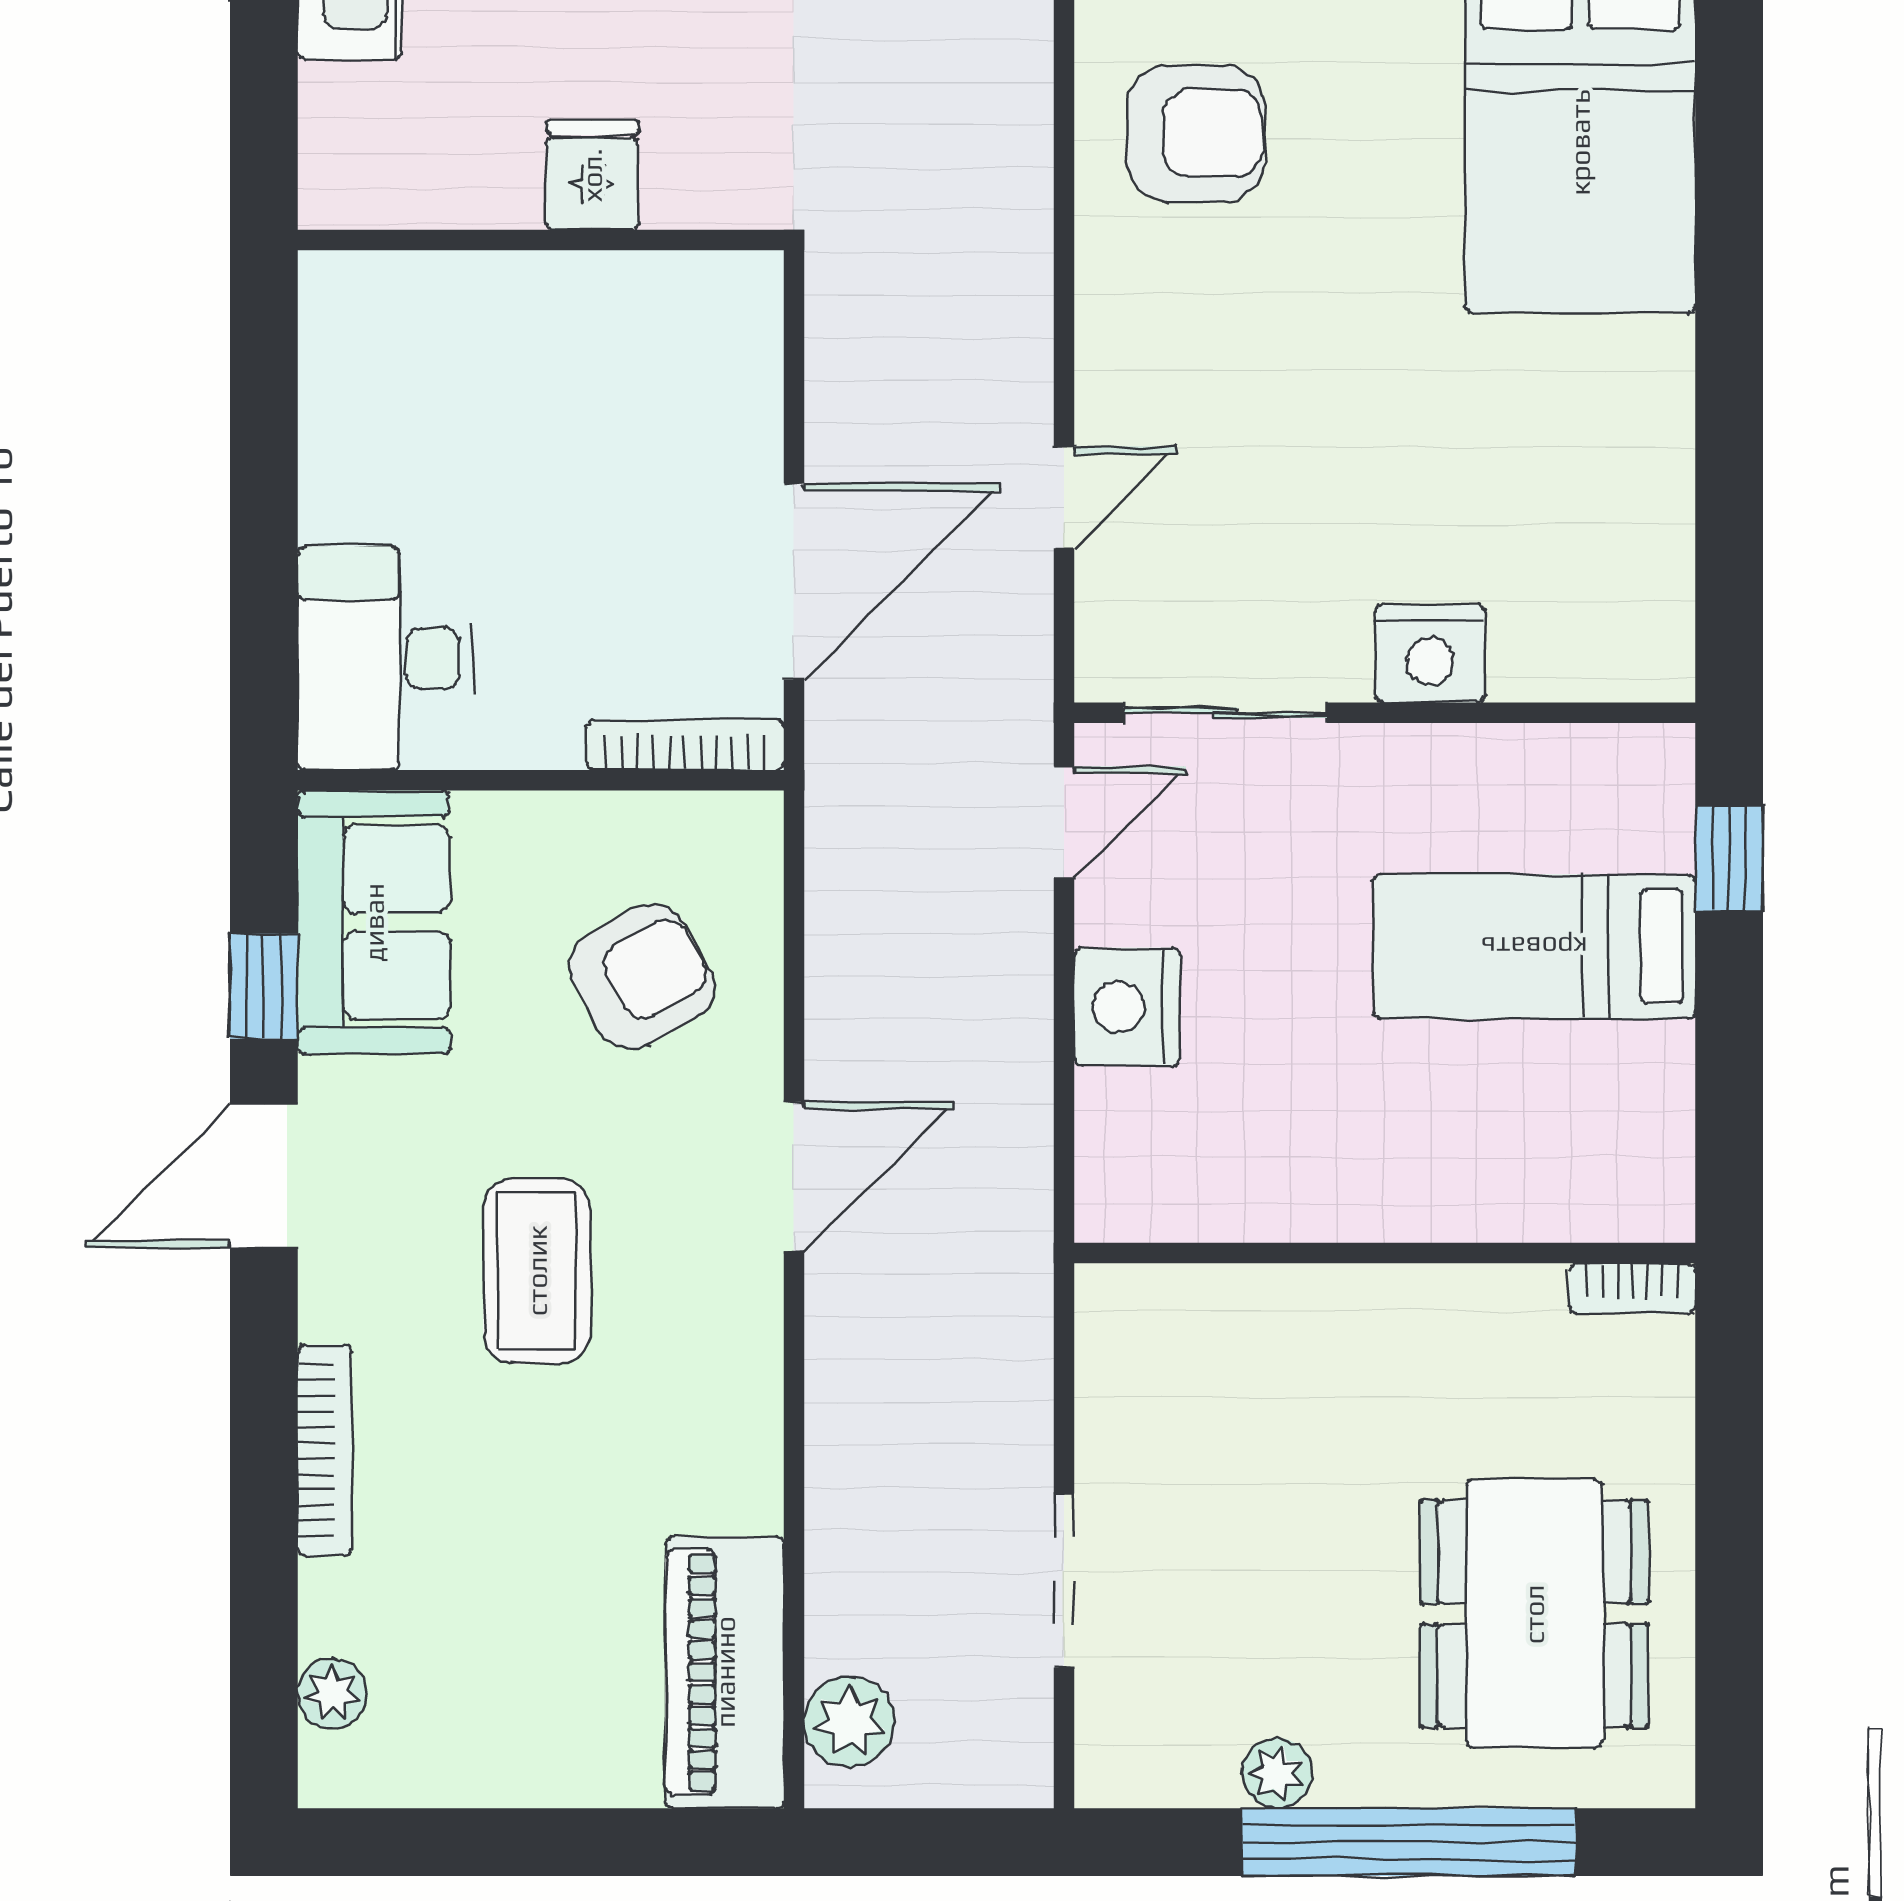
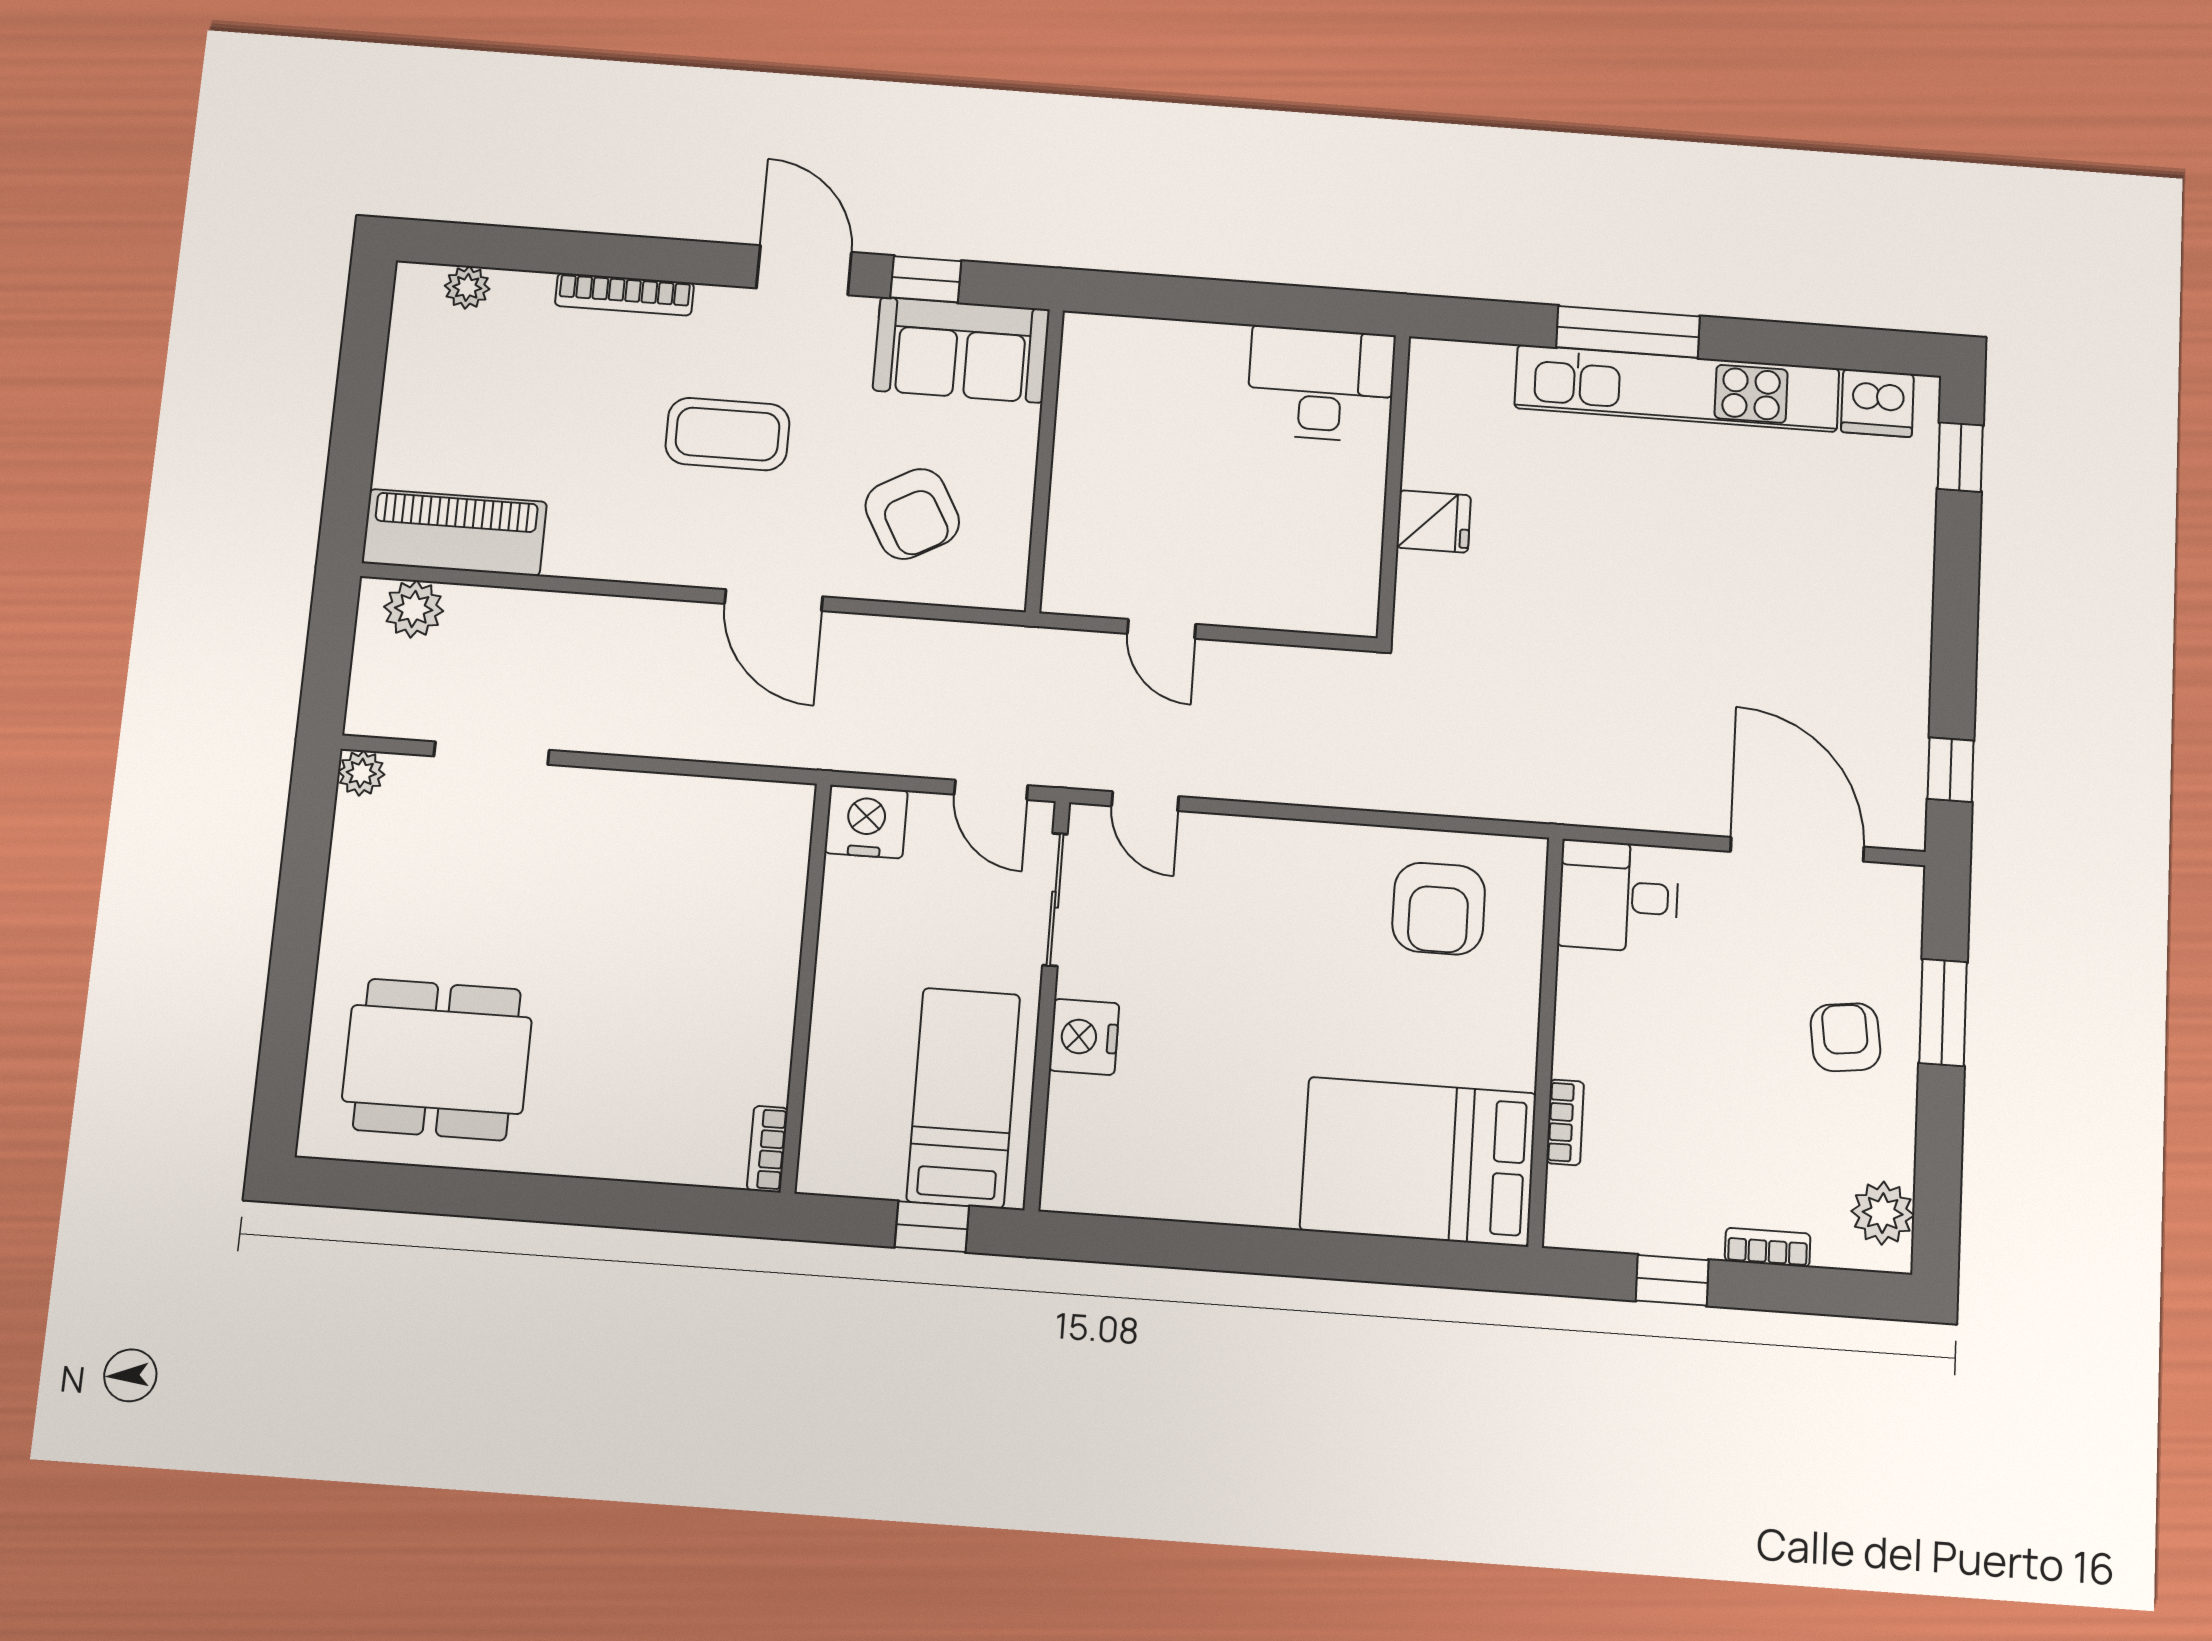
door: (1064, 497) -> (1145, 801), moved
door: (794, 582) -> (1162, 629), width x0.53
desk: (385, 658) -> (1321, 384), moved
bookcase: (685, 745) -> (1060, 552), removed
bed: (1534, 947) -> (963, 1098), moved
wall: (1385, 1253) -> (806, 987), moved
bookcase: (1632, 1288) -> (767, 1149), moved
plant: (1277, 1773) -> (361, 773), moved
window: (1409, 1842) -> (293, 965), removed

